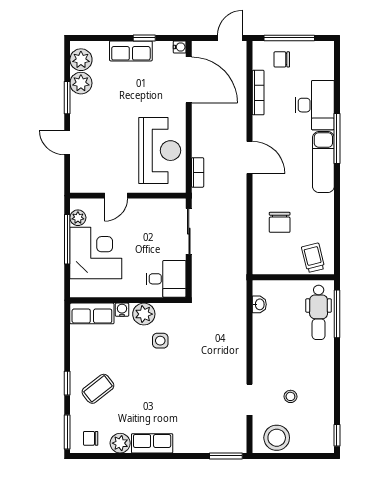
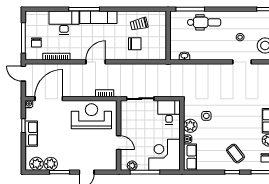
corner desk: (96, 253) -> (165, 155), moved
trolley: (313, 258) -> (139, 24), moved
dental chair: (319, 312) -> (204, 22), moved

